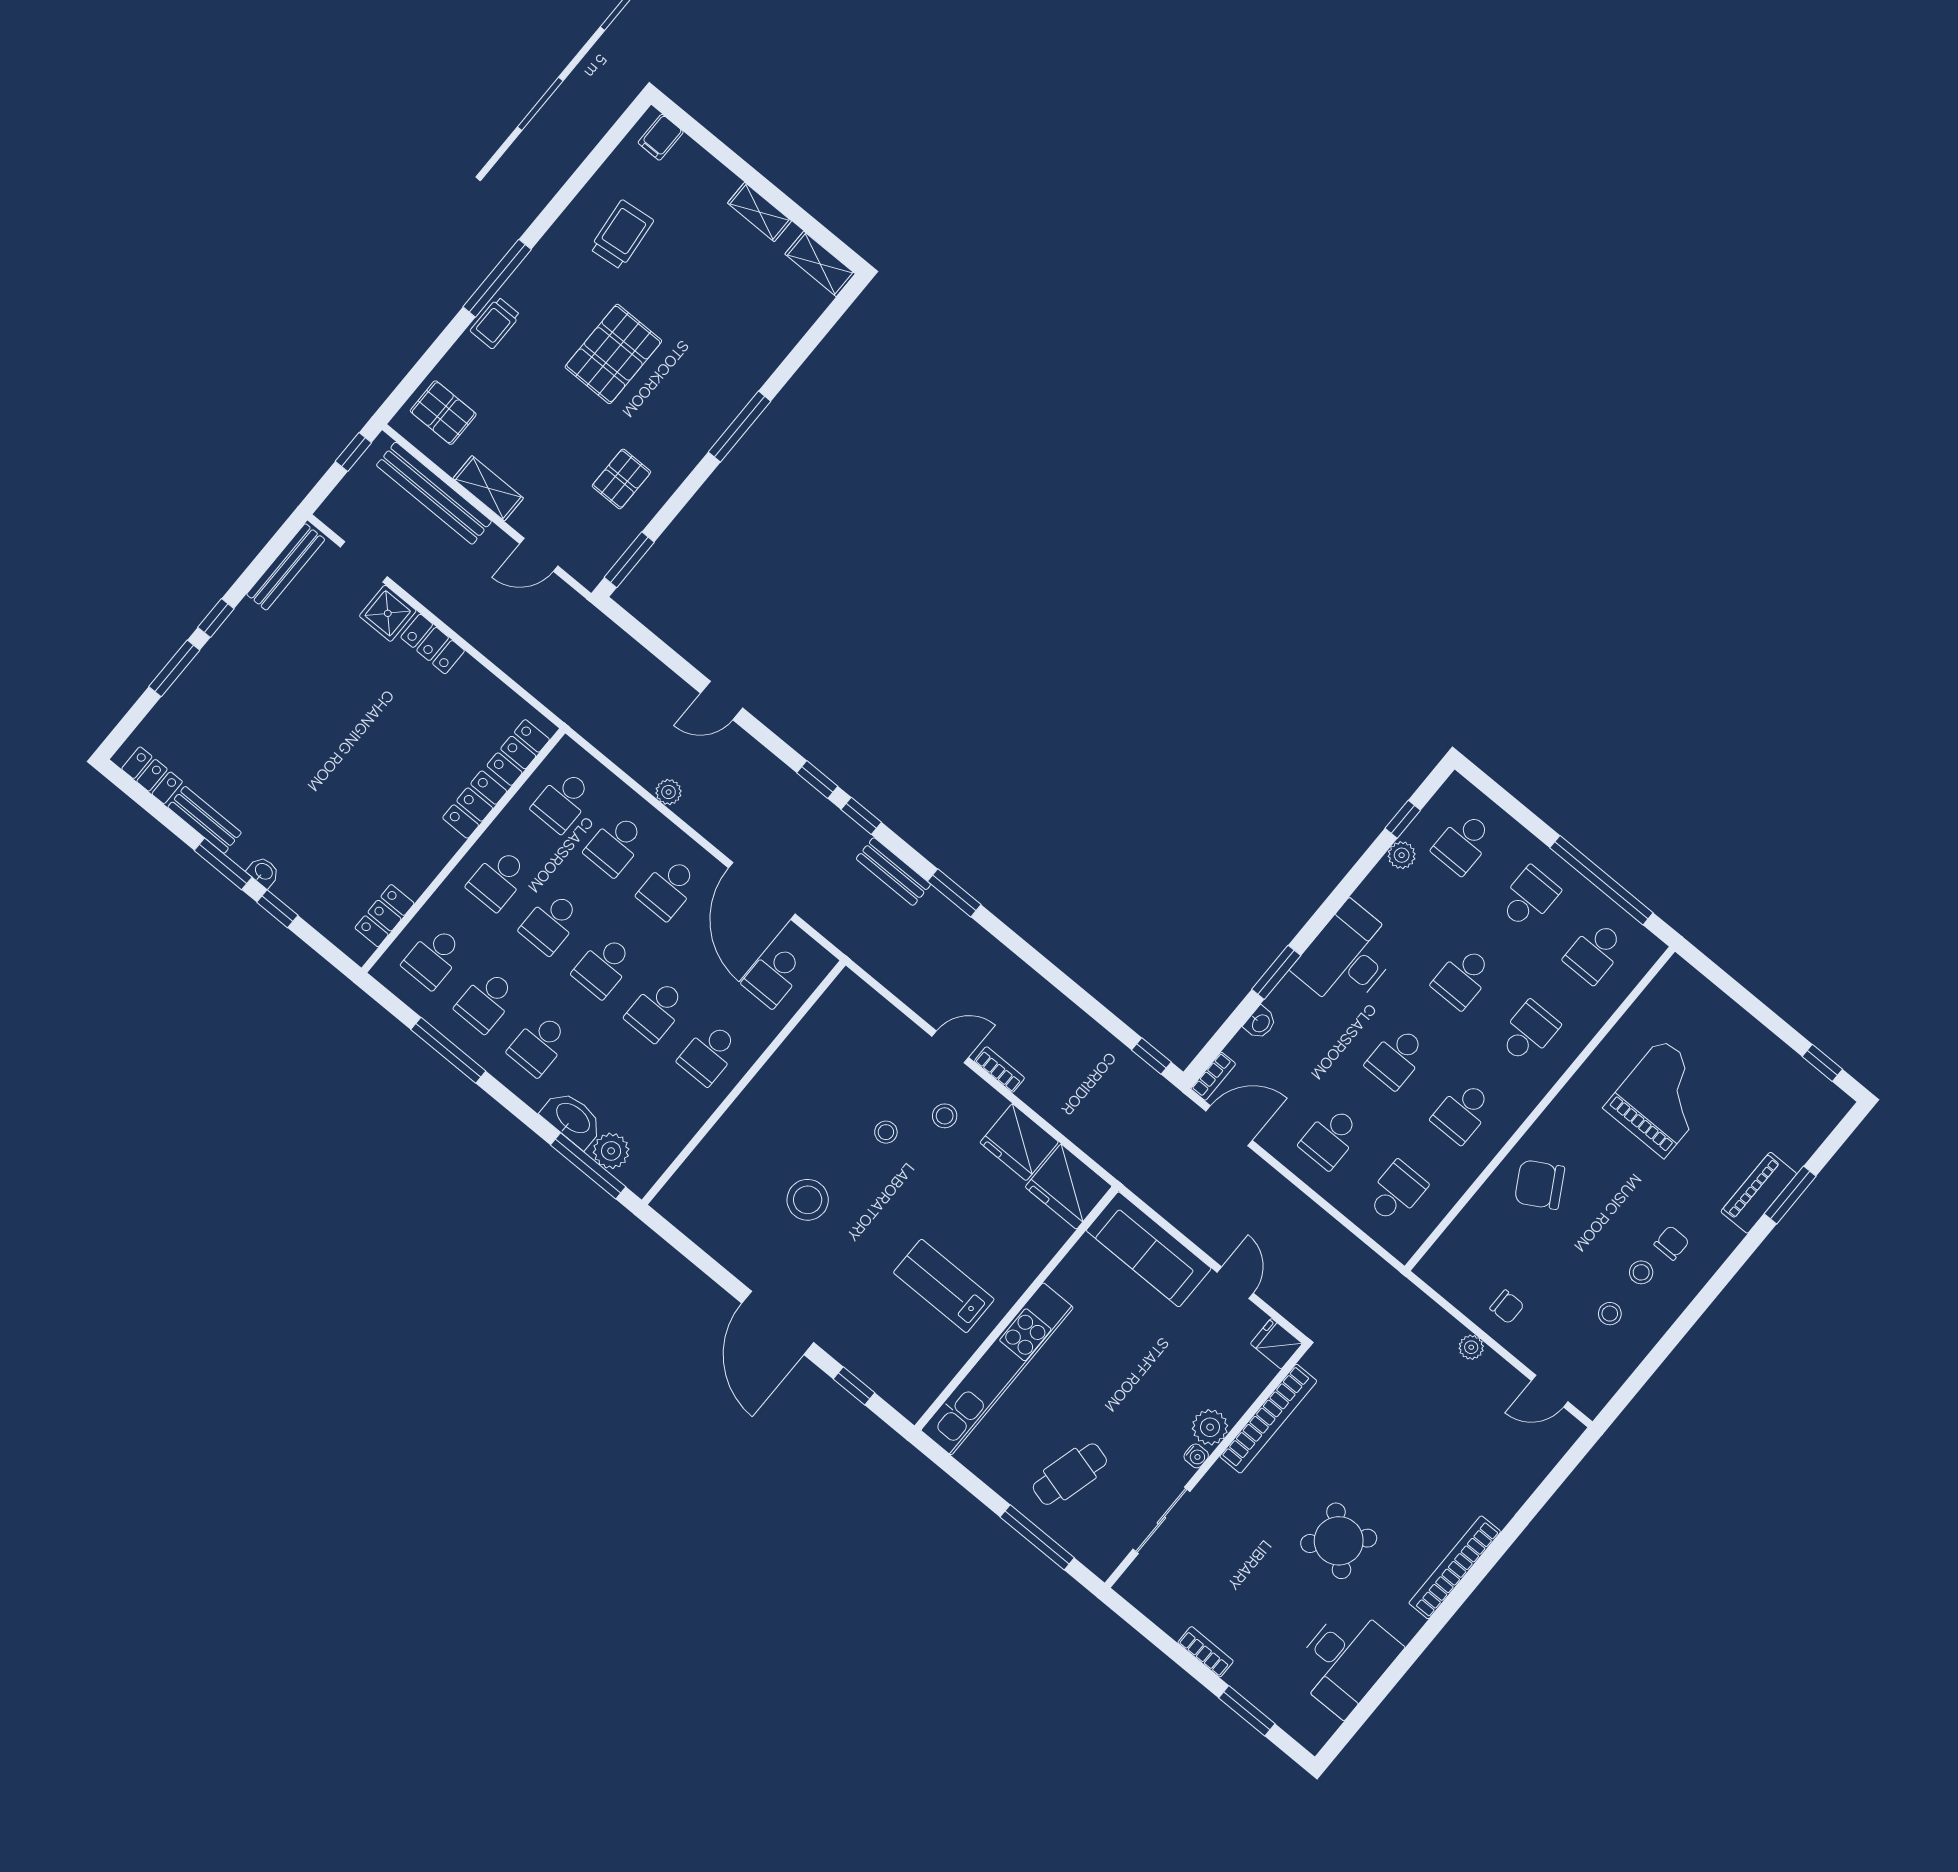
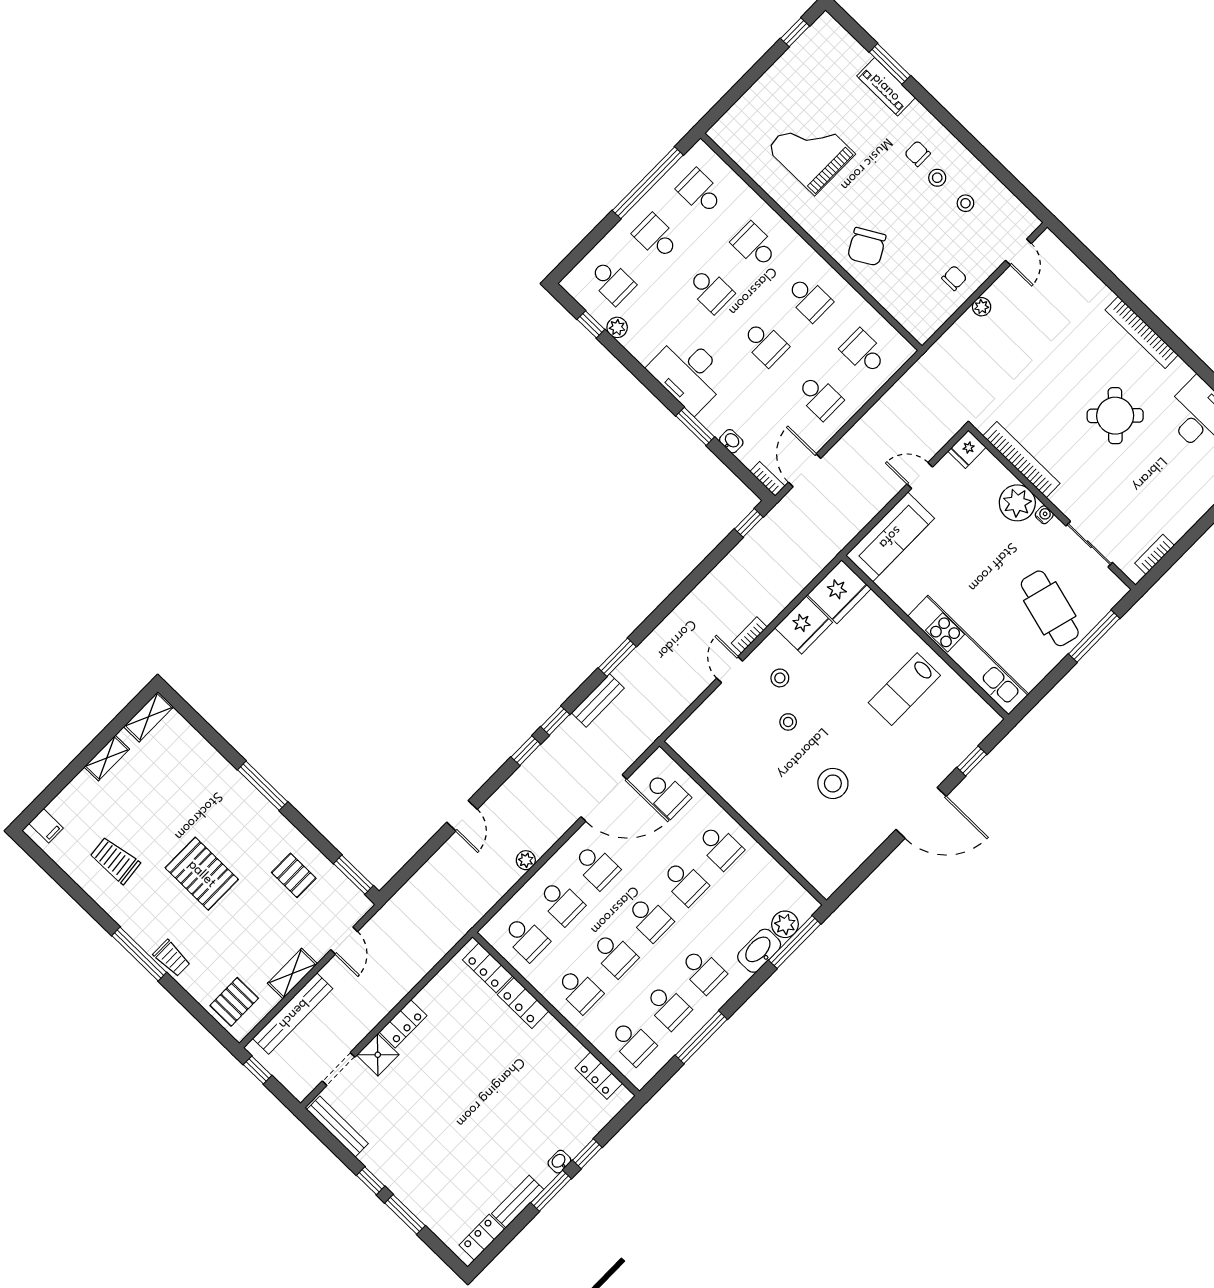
school desk: (1595, 952) -> (700, 192), turned 180
plant: (1210, 1427) -> (1017, 503), width x1.36, depth x1.36
cafe table: (1070, 1474) -> (1050, 608), width x1.37, depth x1.35
bookcase: (1206, 1652) -> (1155, 554), moved

